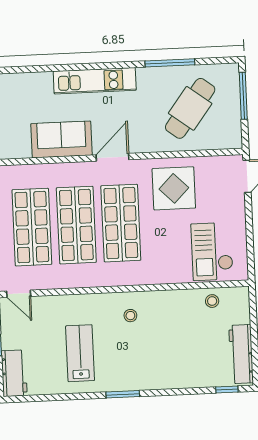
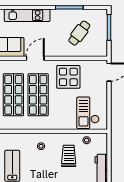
cafe table: (190, 108) -> (79, 33), width x0.73, depth x0.74
trolley: (181, 331) -> (69, 156), added

